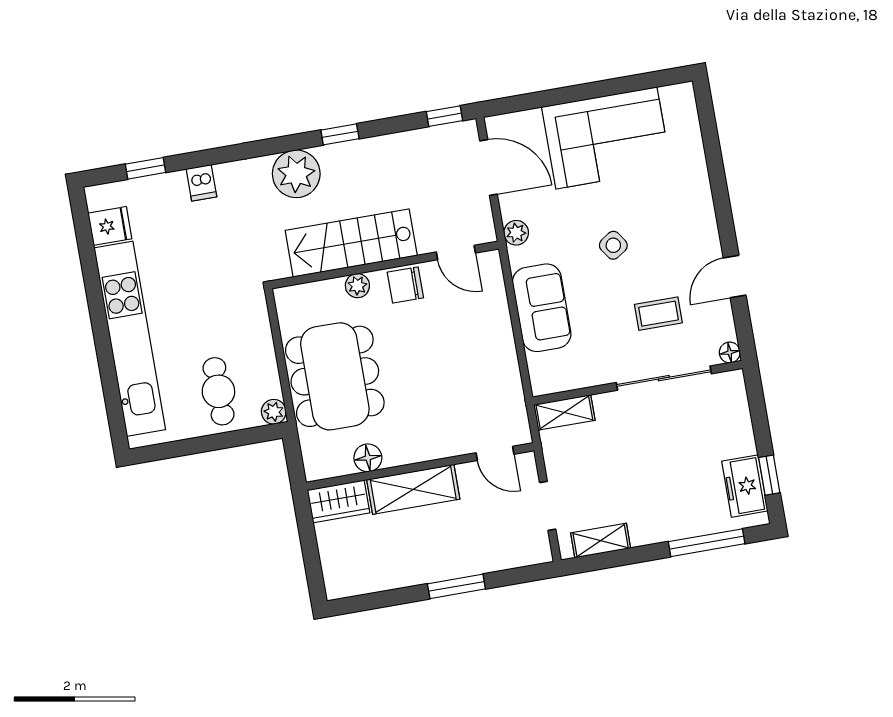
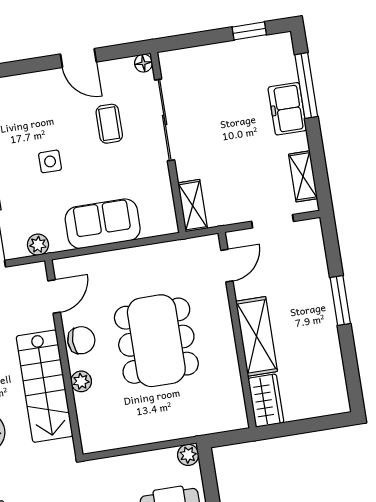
side table: (613, 245) -> (50, 161), turned 34
chair: (405, 285) -> (81, 340), turned -90
dining table: (335, 376) -> (156, 341), moved, turned 90
floor lamp: (368, 458) -> (229, 375), removed
freezer: (745, 486) -> (287, 109), moved, turned 90

